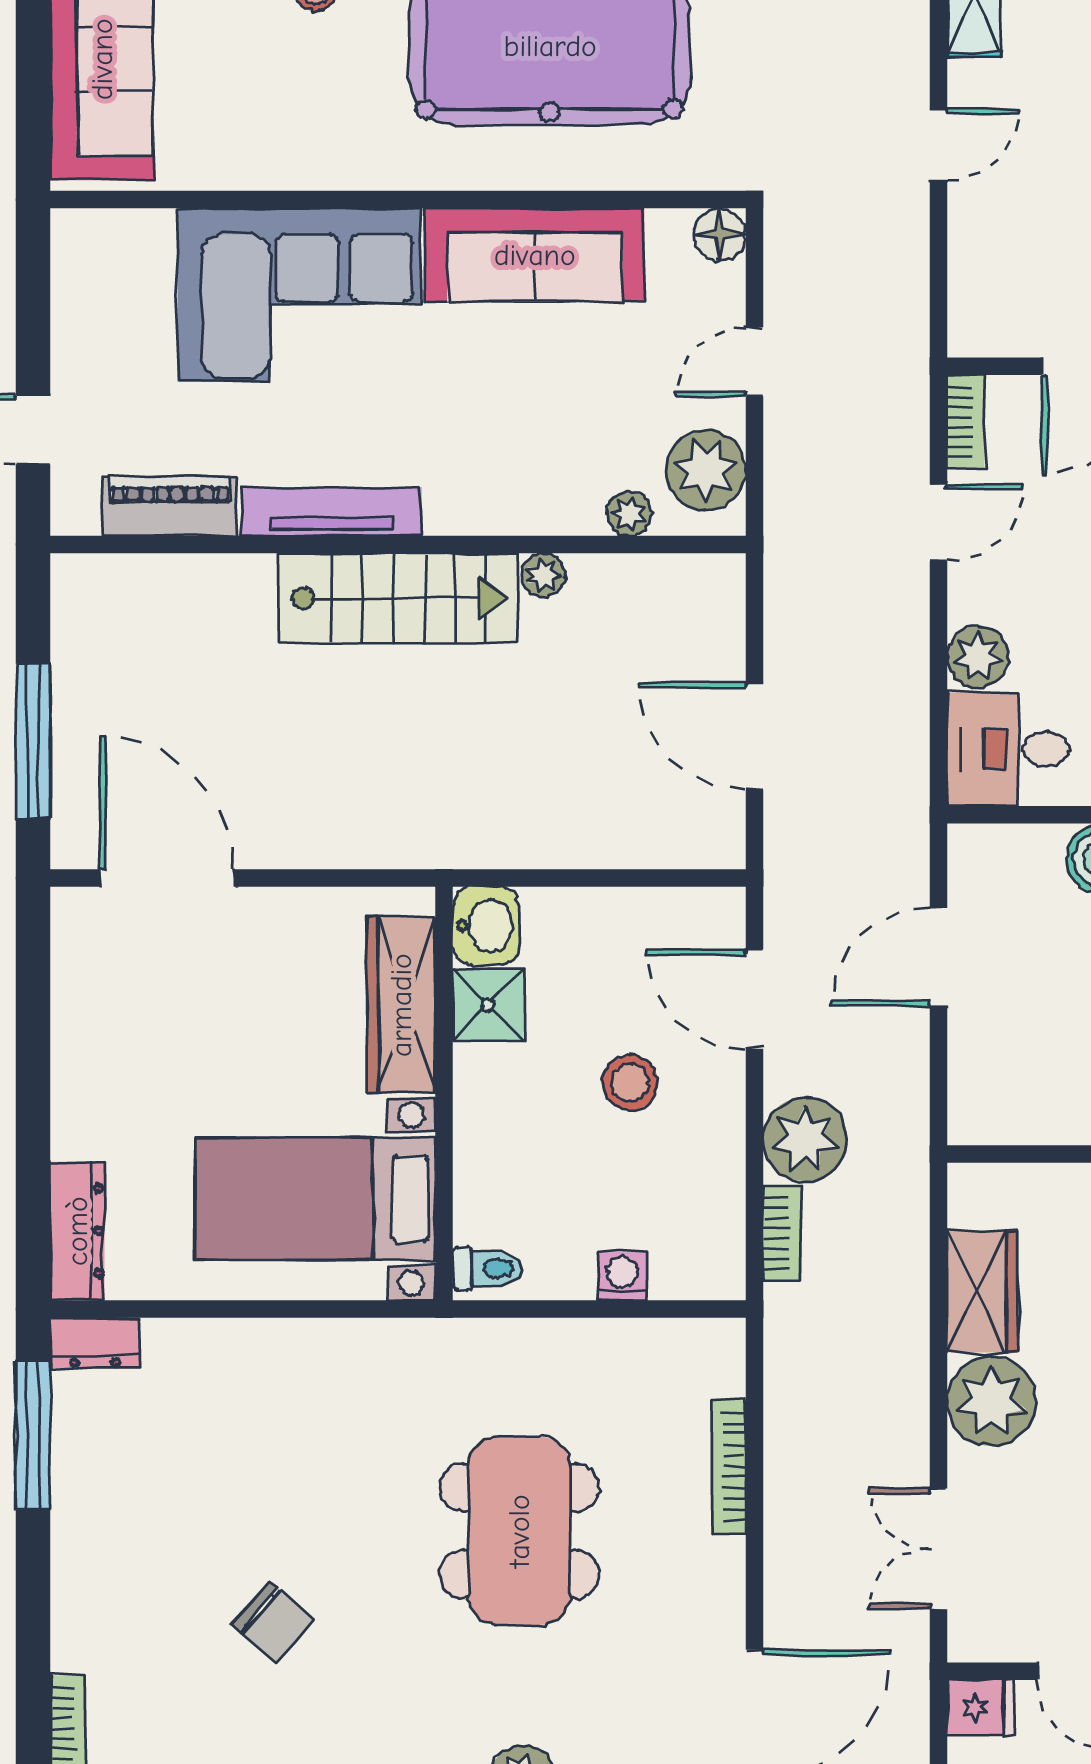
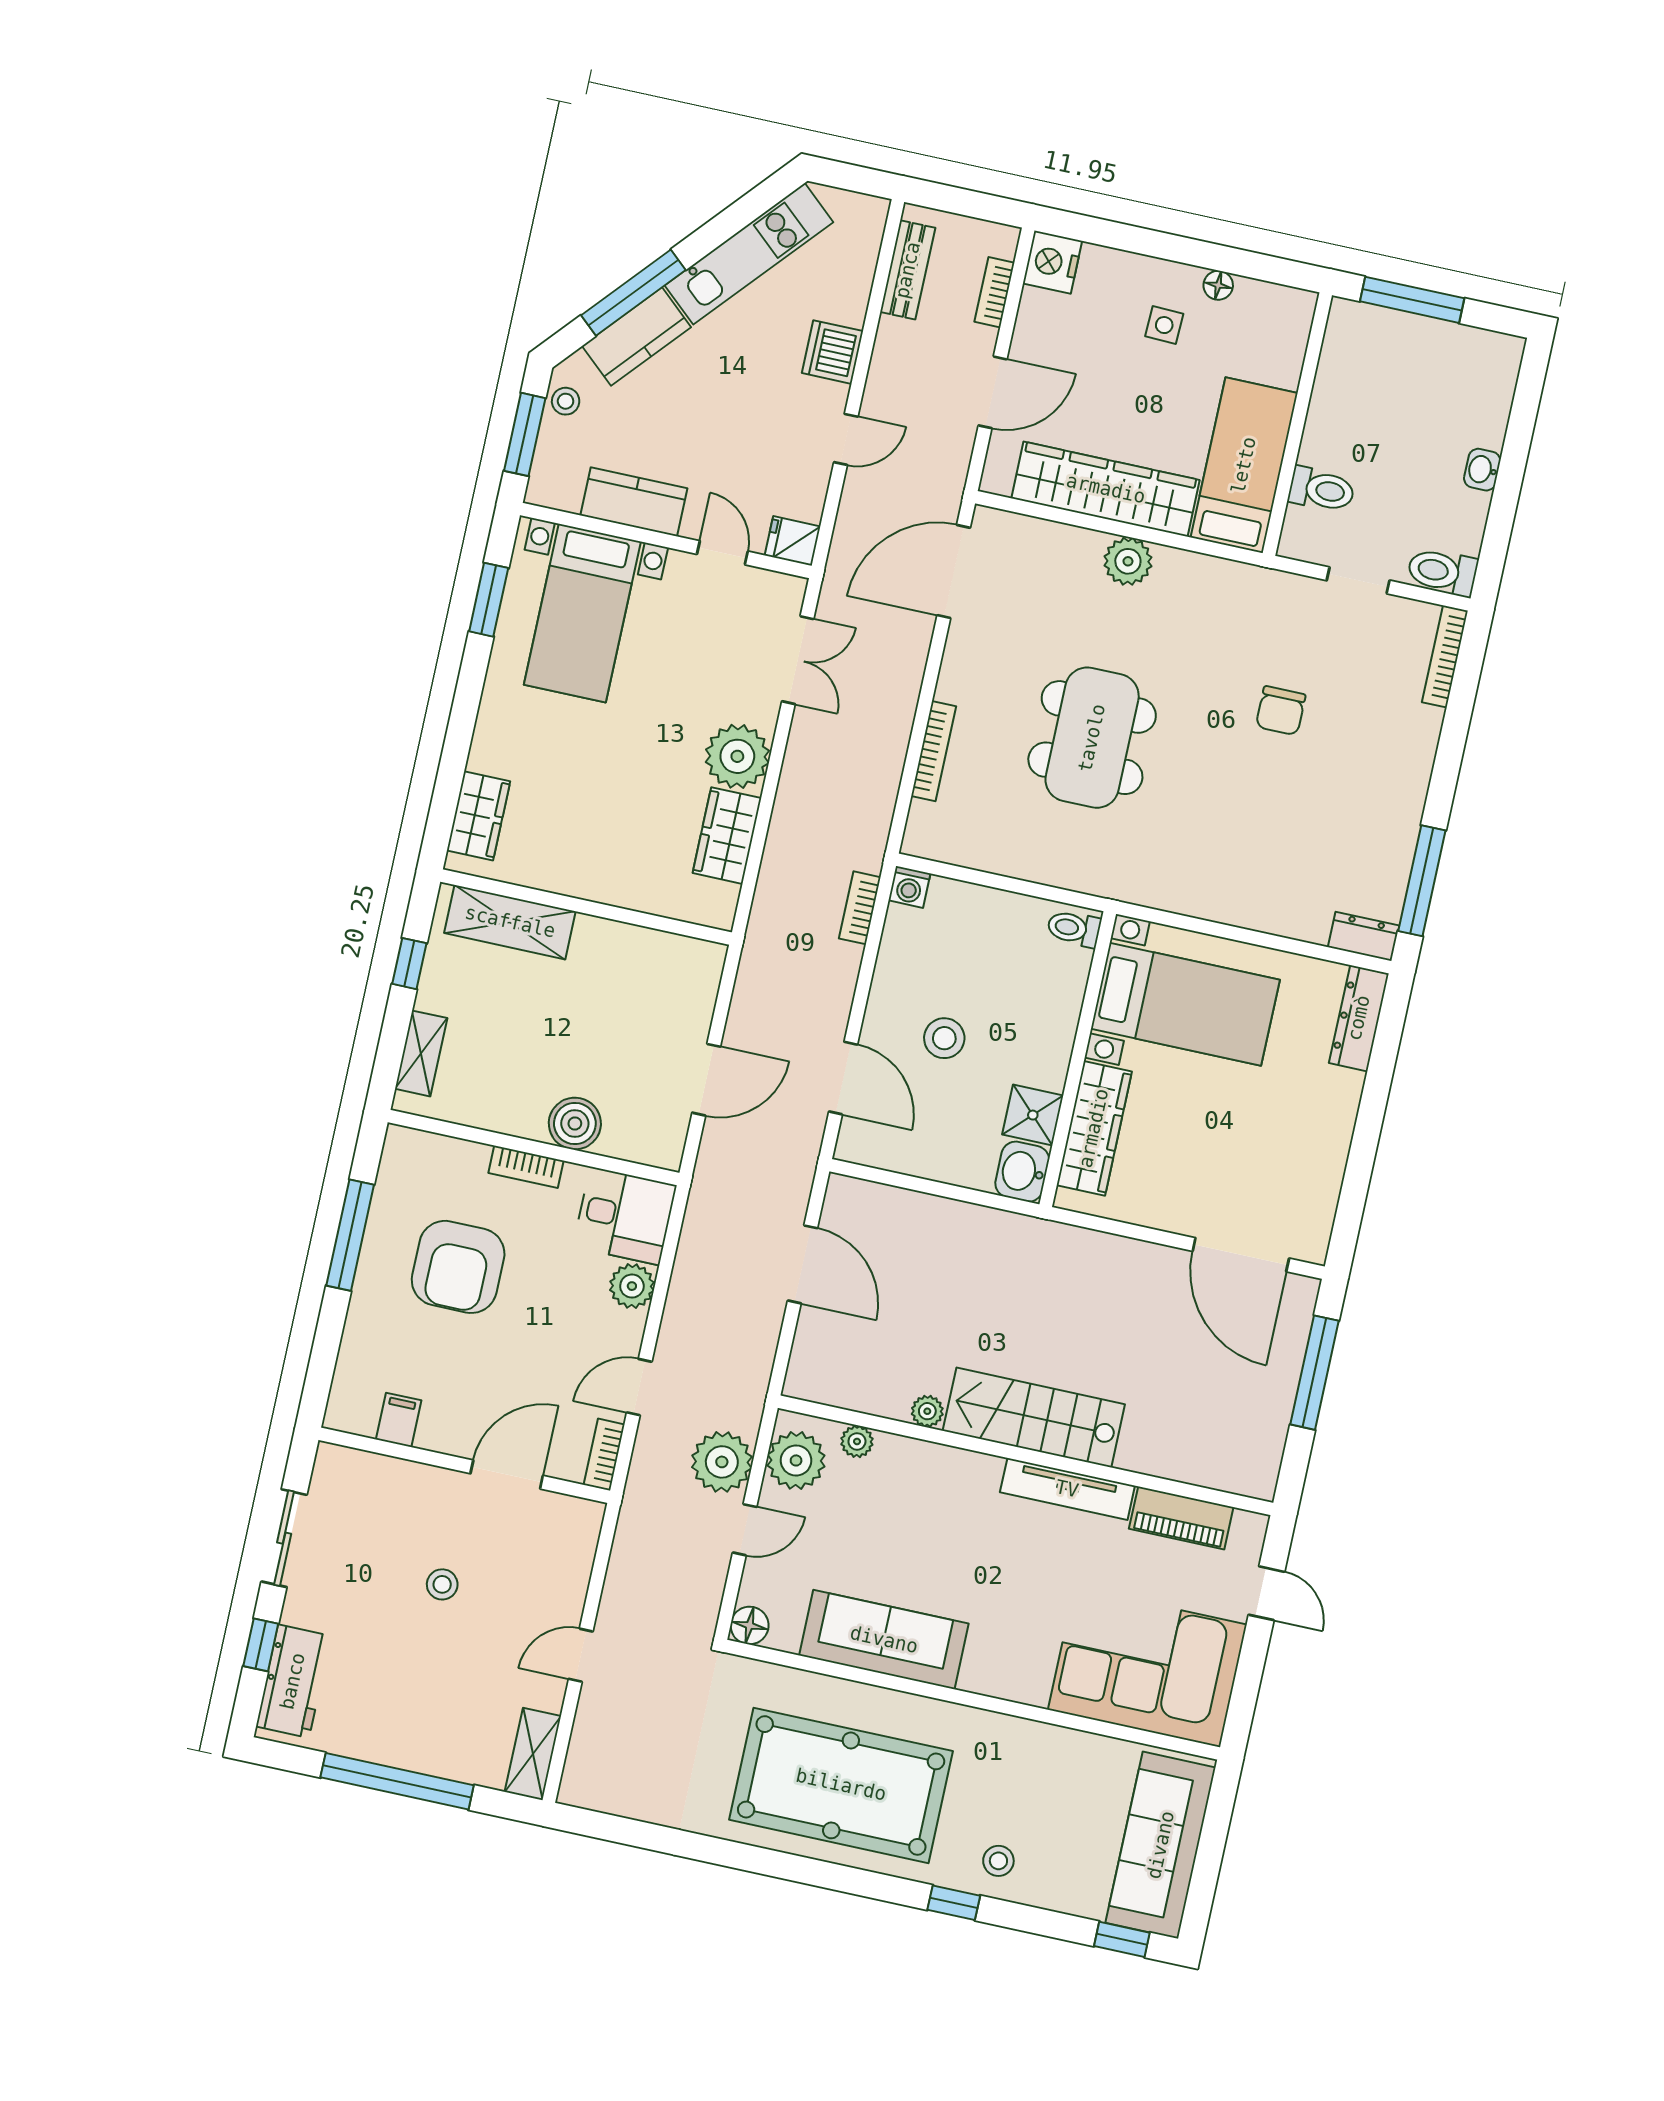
corner sofa: (299, 295) -> (1147, 1667), moved
plant: (805, 1139) -> (722, 1462), moved
washing machine: (622, 1276) -> (909, 887), moved
chair: (273, 1623) -> (1281, 711), turned -131

